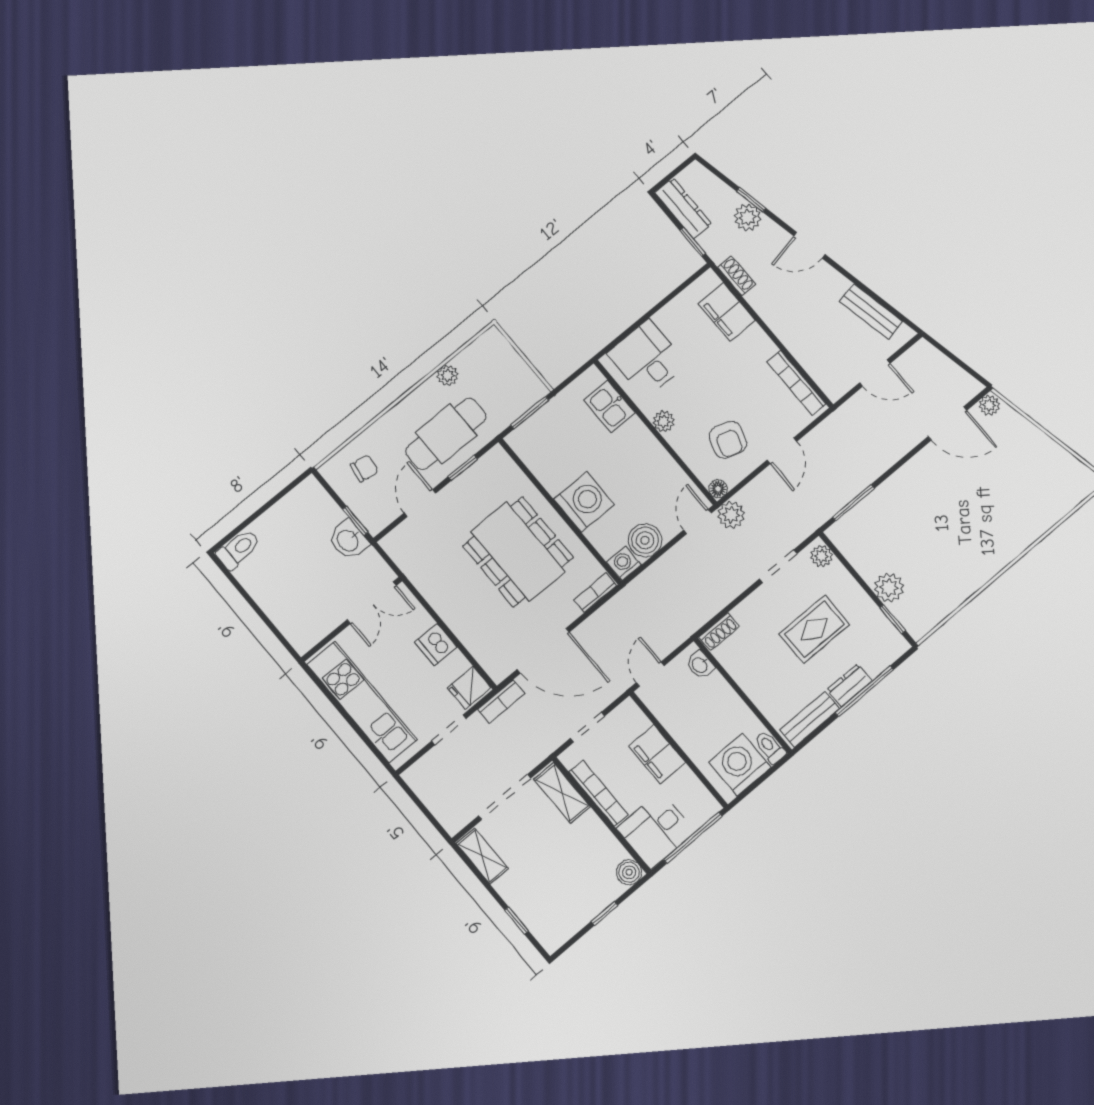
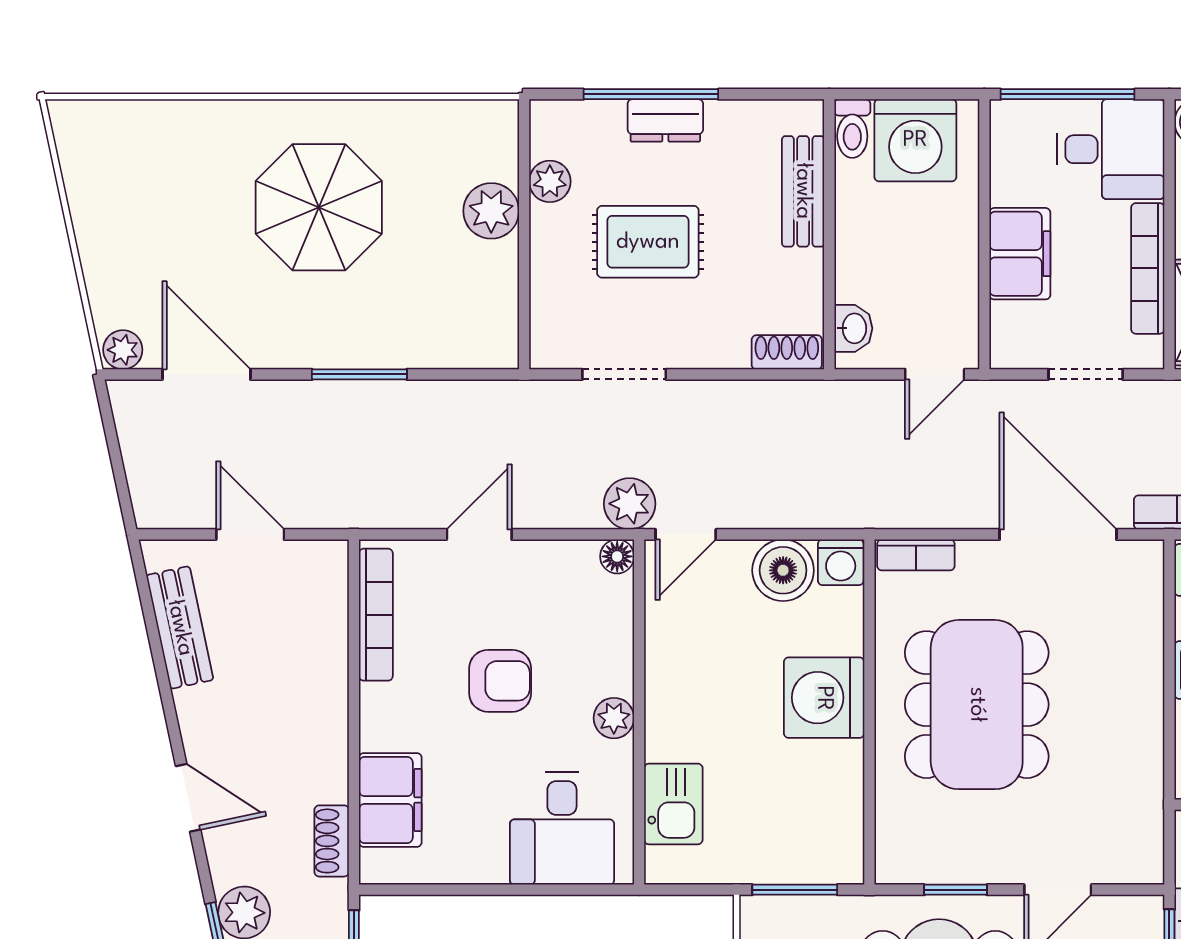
armchair: (728, 440) -> (500, 681), moved, turned 72
window: (854, 503) -> (359, 374), moved
parasol: (960, 530) -> (319, 207), added
plant: (821, 556) -> (550, 181), moved
window: (893, 619) -> (524, 162), removed
bench: (810, 719) -> (803, 191), moved, turned 90

